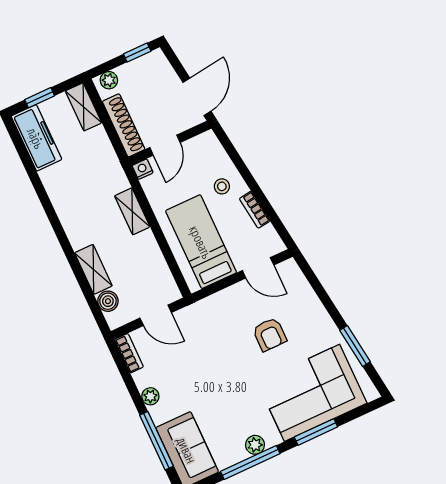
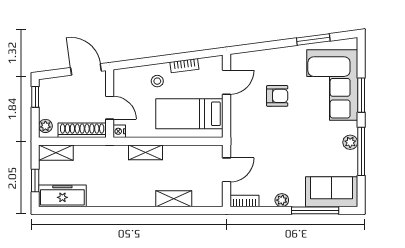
boiler: (108, 301) -> (201, 199), removed

